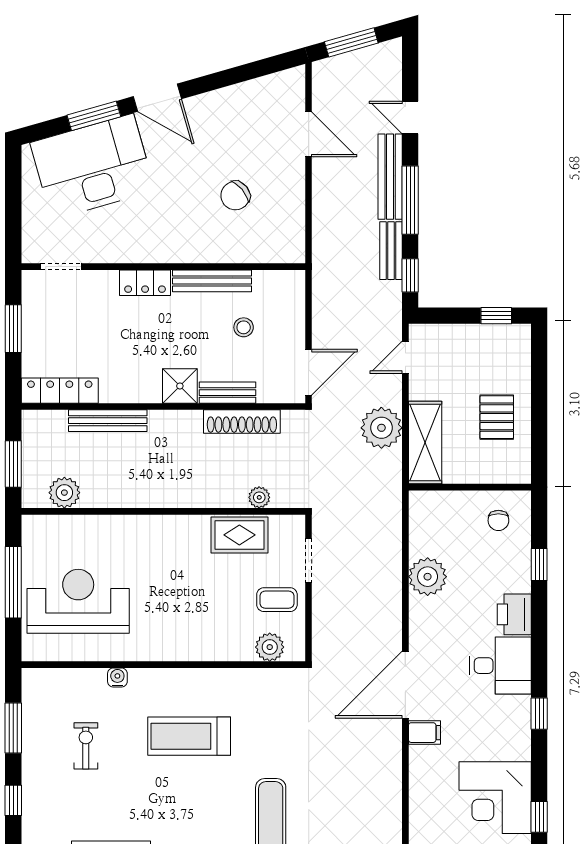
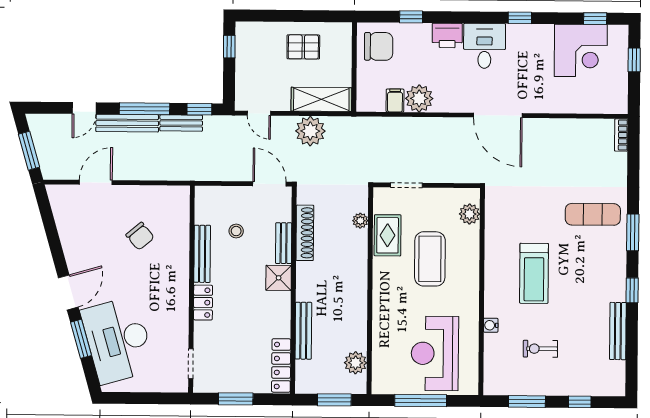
chair: (498, 520) -> (379, 46), width x1.87, depth x1.87
coffee table: (277, 600) -> (430, 259), moved, width x1.86, depth x1.72
filing cabinet: (424, 733) -> (395, 100), moved

